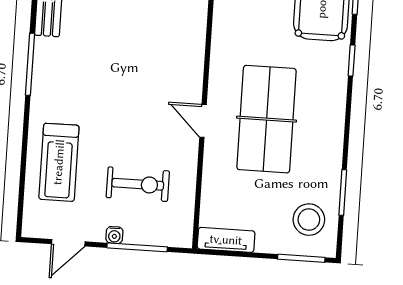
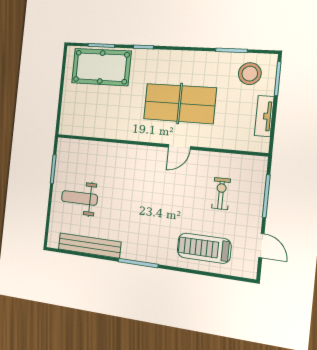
treadmill: (59, 162) -> (204, 248), turned 180
exercise bike: (138, 184) -> (221, 194), width x0.73, depth x0.72
water cooler: (114, 235) -> (257, 212), removed
tv unit: (226, 240) -> (264, 116), moved

